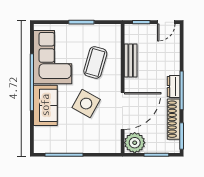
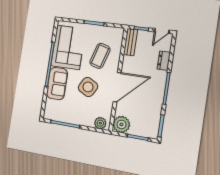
bench: (131, 60) -> (131, 42), moved
dresser: (174, 87) -> (164, 61), moved
door: (123, 111) -> (117, 87), moved
shoe rack: (174, 119) -> (156, 111), removed
plant: (108, 146) -> (100, 123), added

